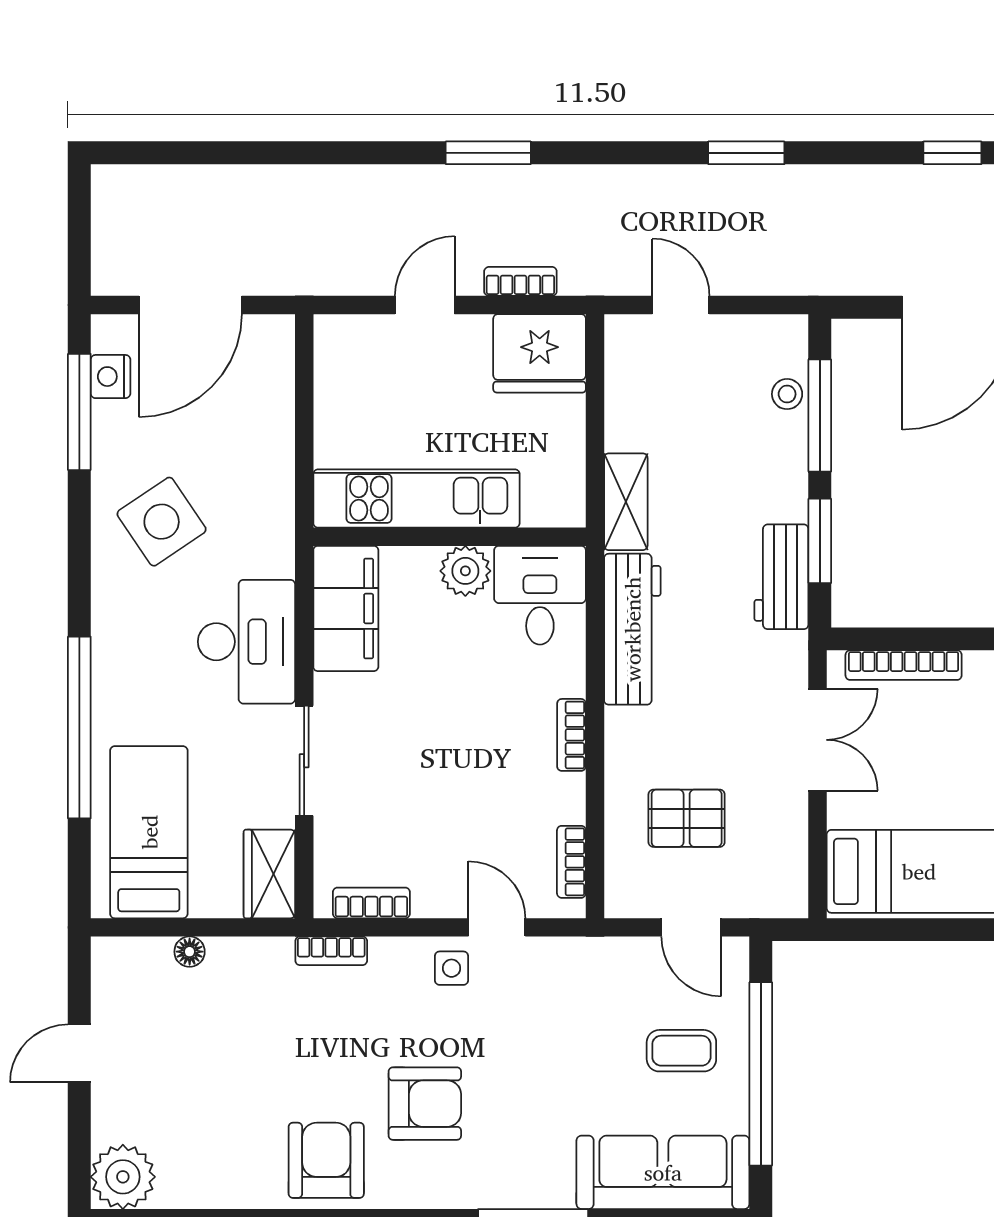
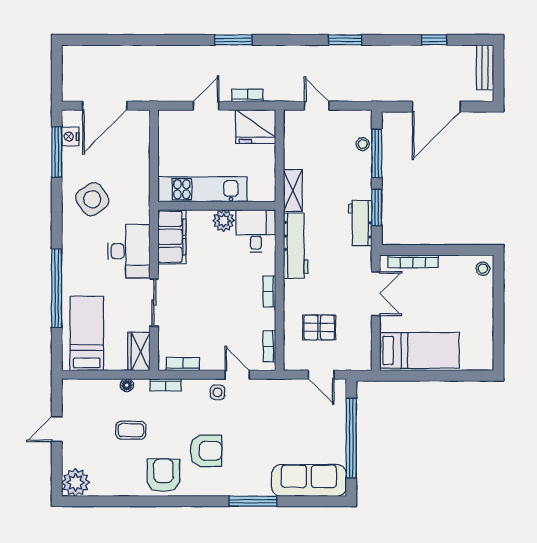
floor lamp: (190, 952) -> (127, 385), moved
coffee table: (681, 1051) -> (131, 430), moved

